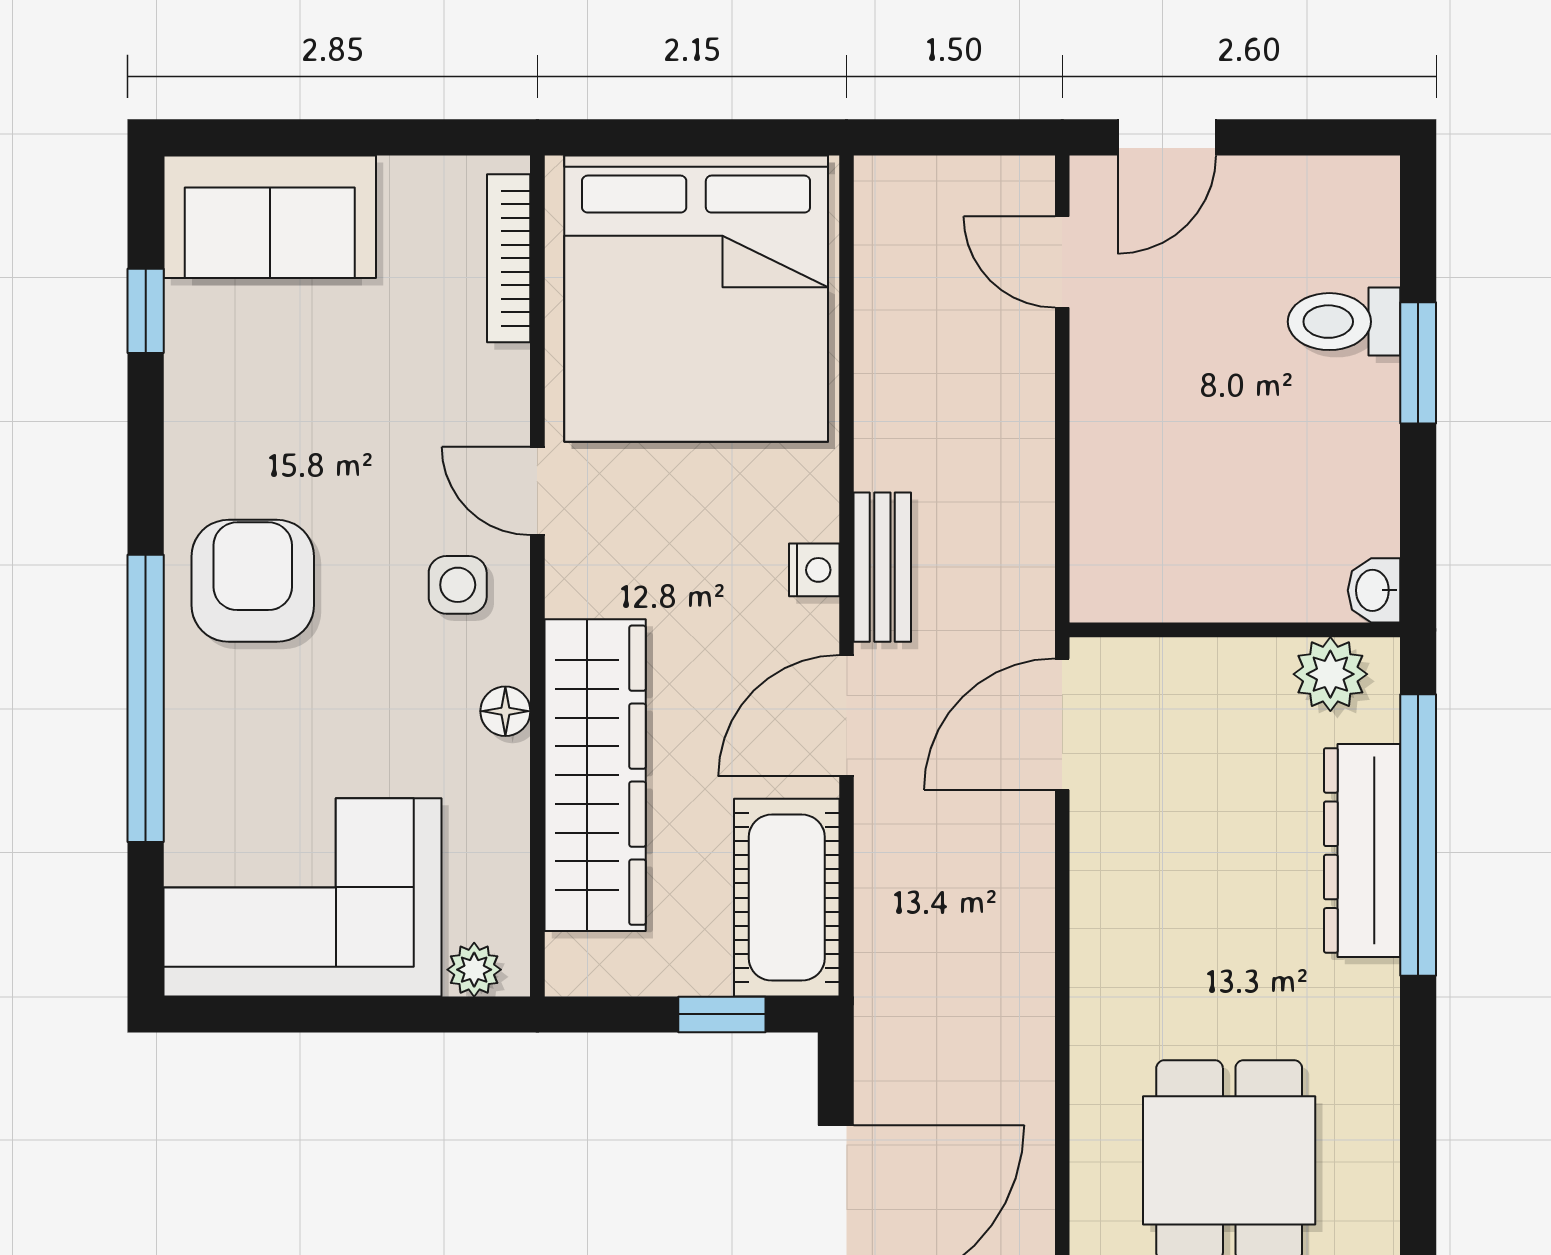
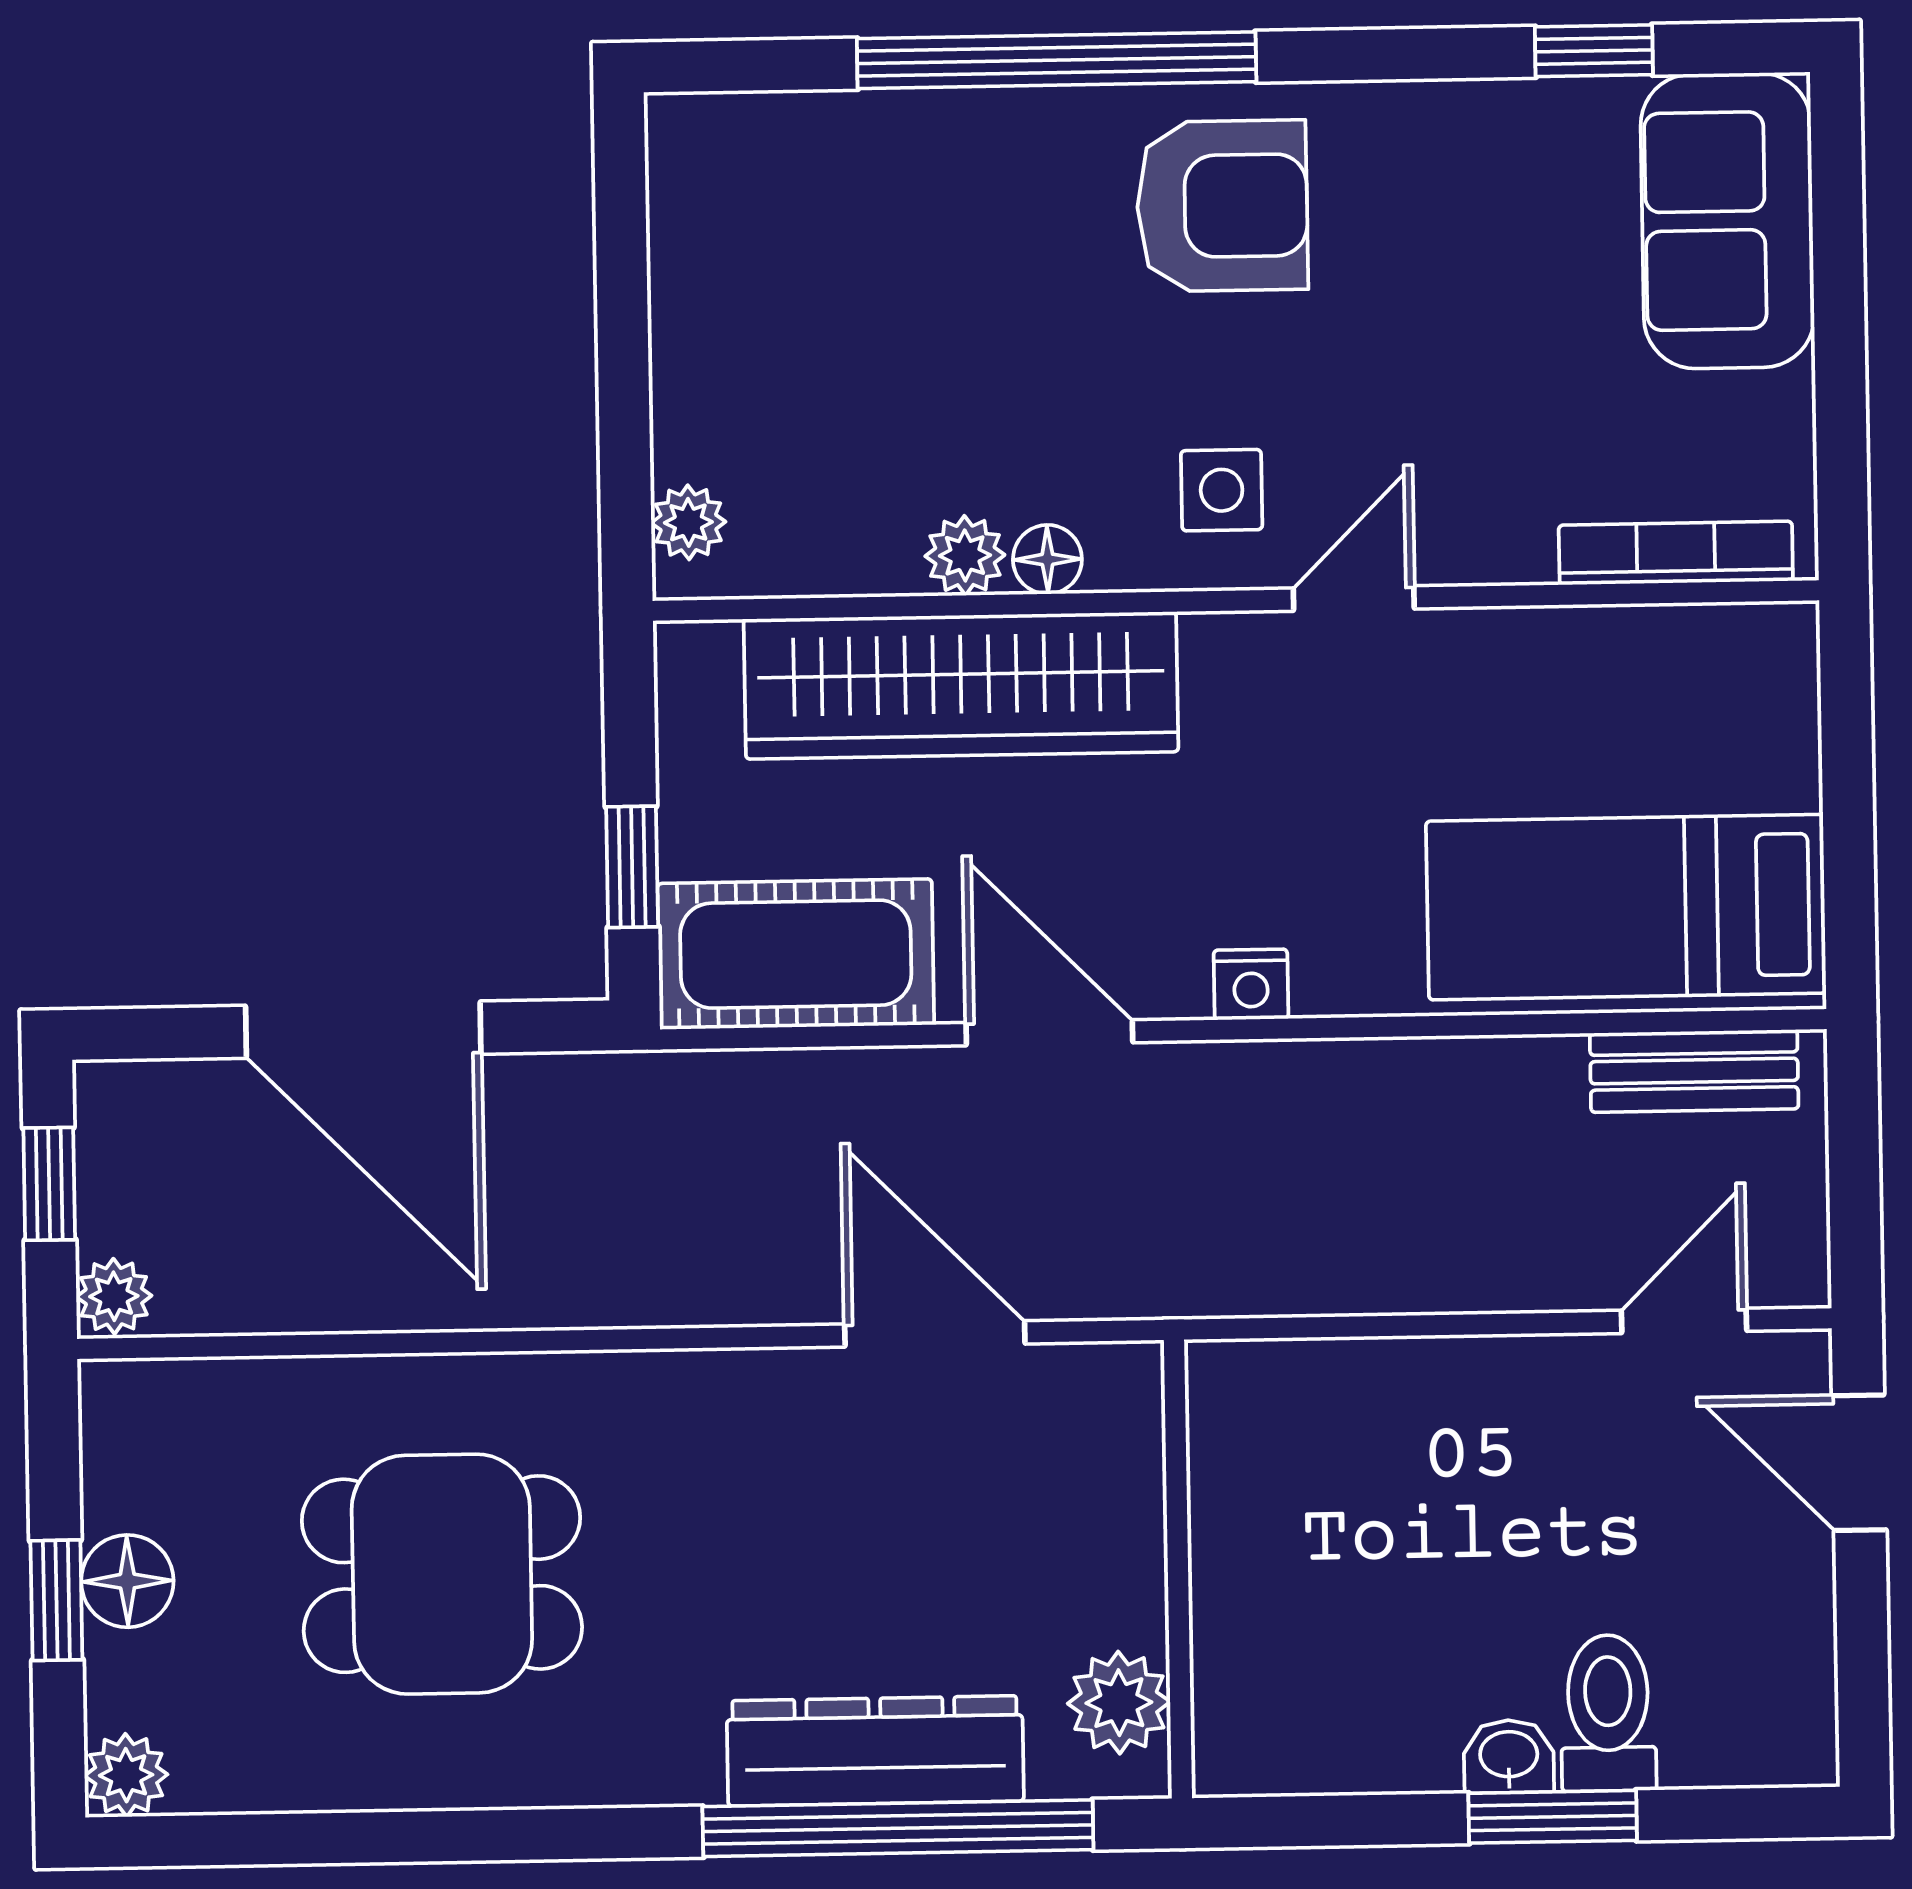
bed: (696, 299) -> (1626, 907), width x0.49
bench: (882, 567) -> (1694, 1071), moved
washbasin: (1374, 590) -> (1509, 1756), moved
door: (1062, 724) -> (935, 1334), moved
plant: (501, 771) -> (965, 555), added
corner sofa: (303, 897) -> (784, 283), removed

